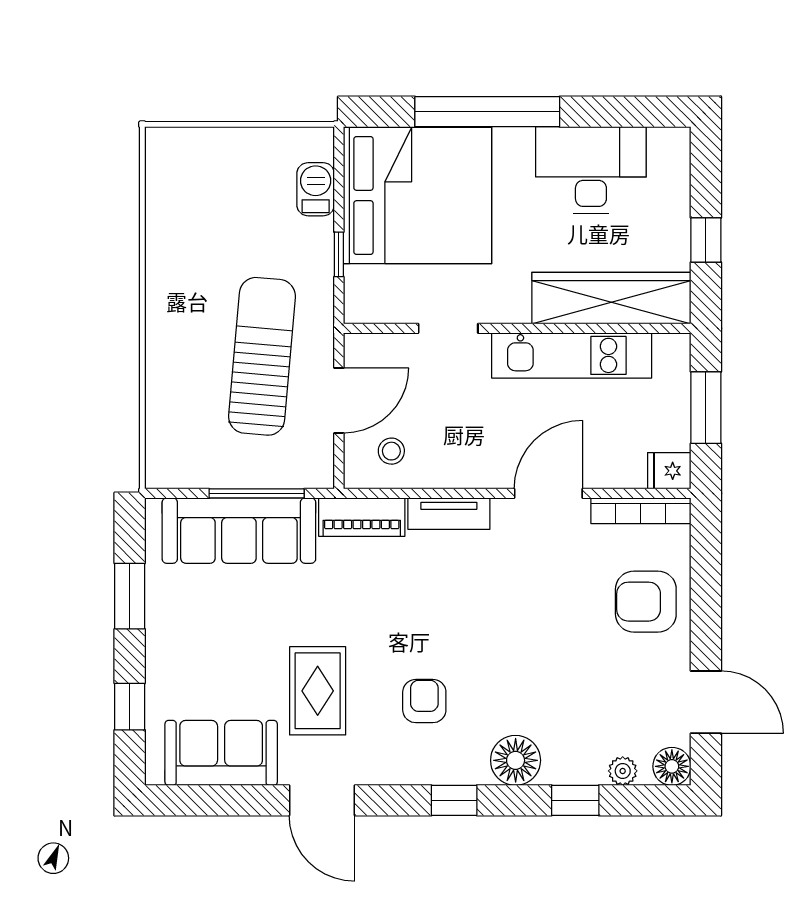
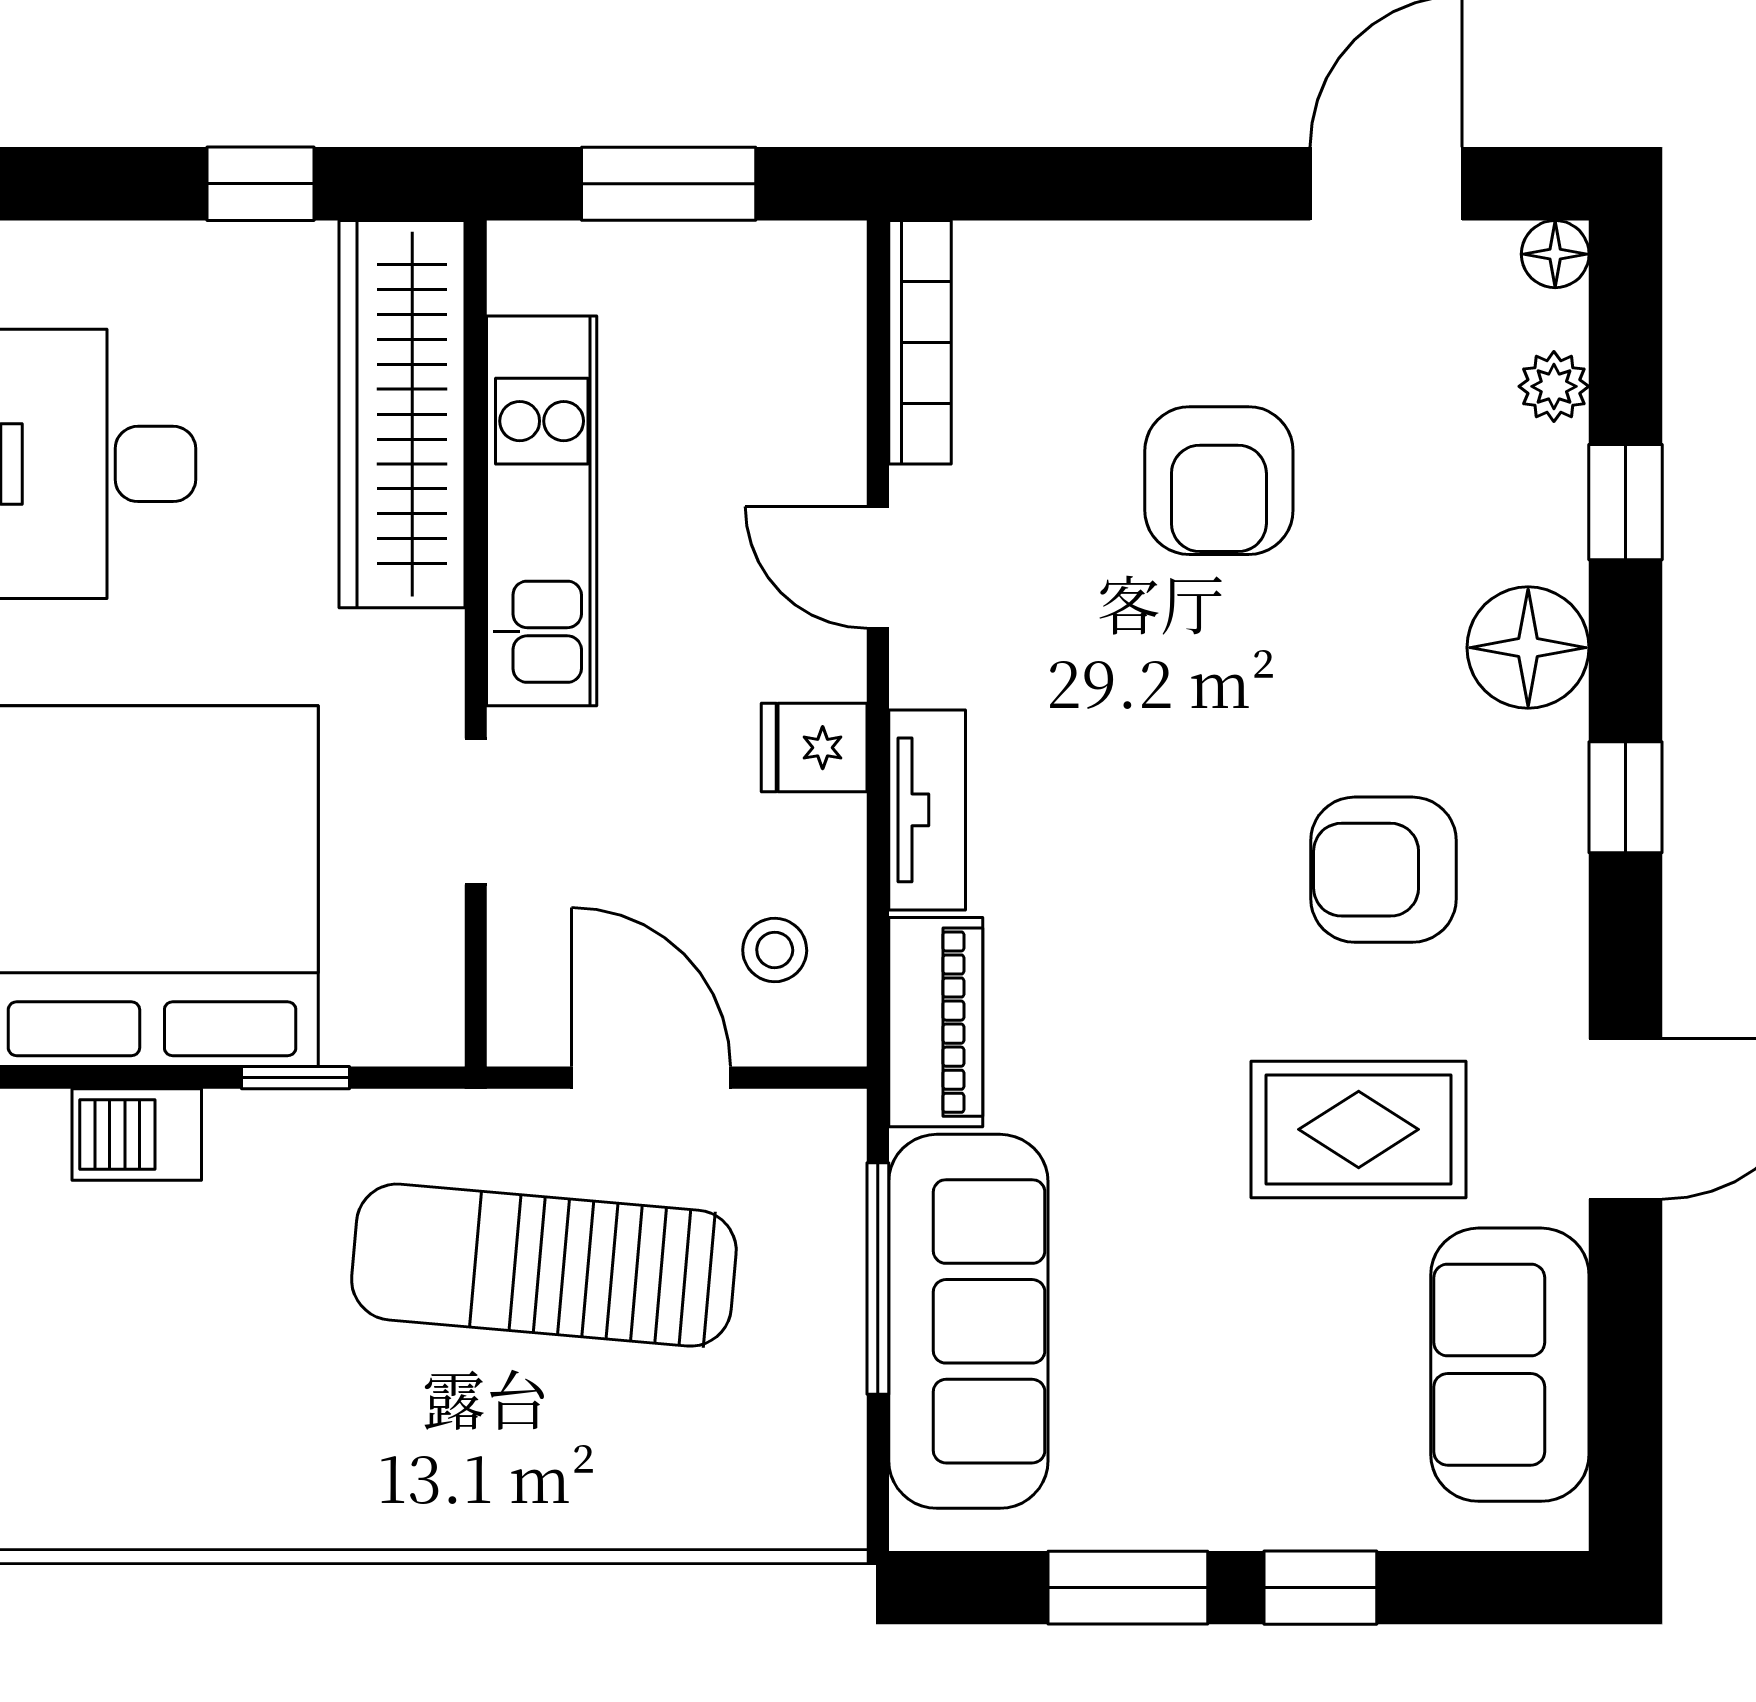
fridge: (669, 471) -> (814, 748), moved, turned 90
door: (548, 493) -> (878, 567), width x0.73
armchair: (646, 602) -> (1219, 481), moved
armchair: (424, 701) -> (1383, 870), width x1.38, depth x1.38
window: (130, 707) -> (1320, 1588), moved
floor lamp: (672, 766) -> (1555, 254), width x0.73, depth x0.73

